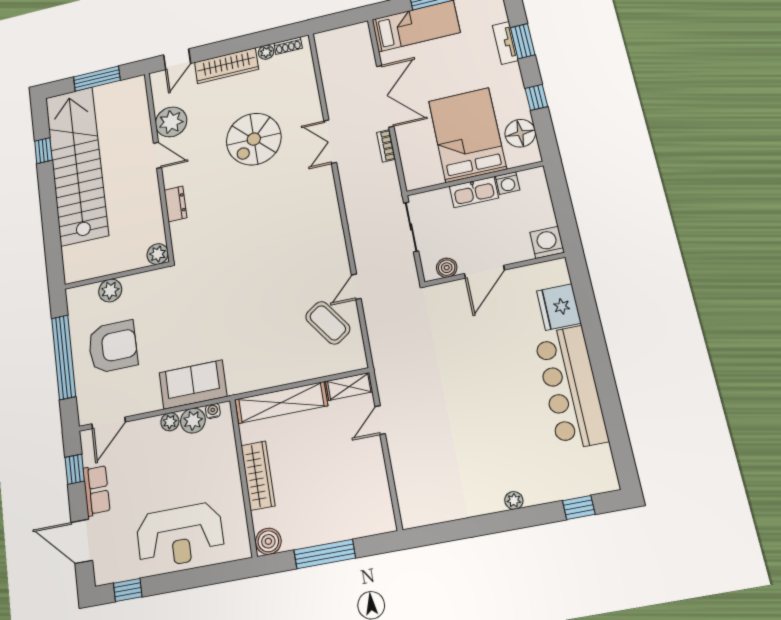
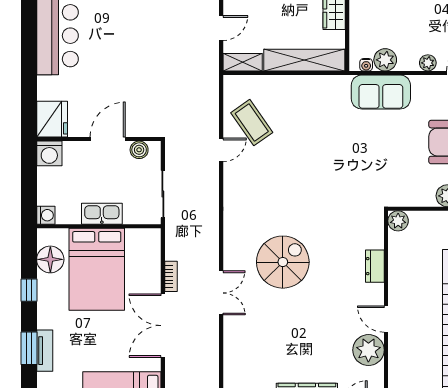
spiral stairs: (254, 139) -> (283, 262), moved
washing machine: (508, 183) -> (46, 215), moved, turned 90
fridge: (559, 307) -> (52, 119), moved
plant: (170, 422) -> (428, 63), moved

